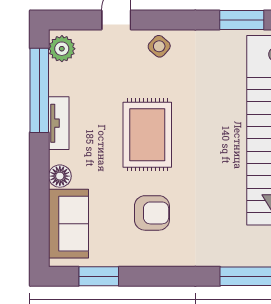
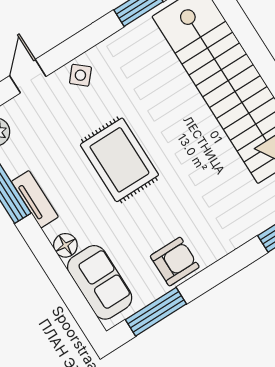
armchair: (152, 213) -> (175, 262), moved
window: (99, 276) -> (156, 312), width x1.44

